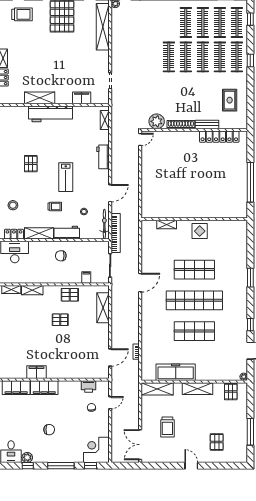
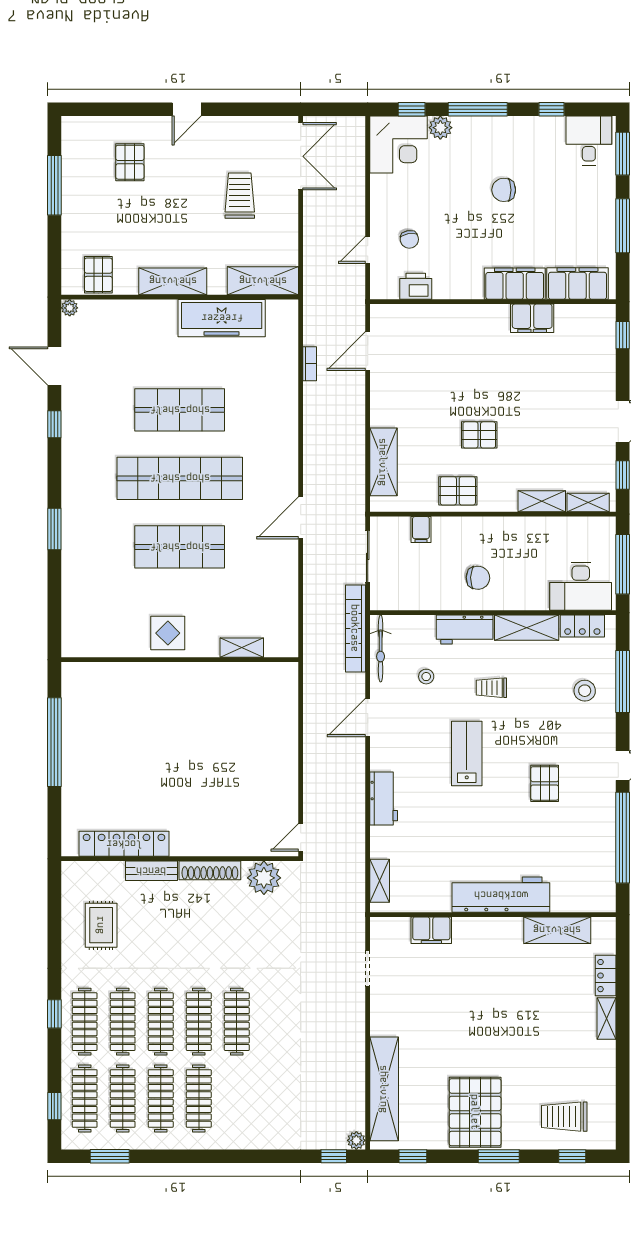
shelving: (40, 98) -> (557, 930), moved
plant: (27, 457) -> (440, 128), moved
door: (191, 466) -> (187, 109), hinge flipped

